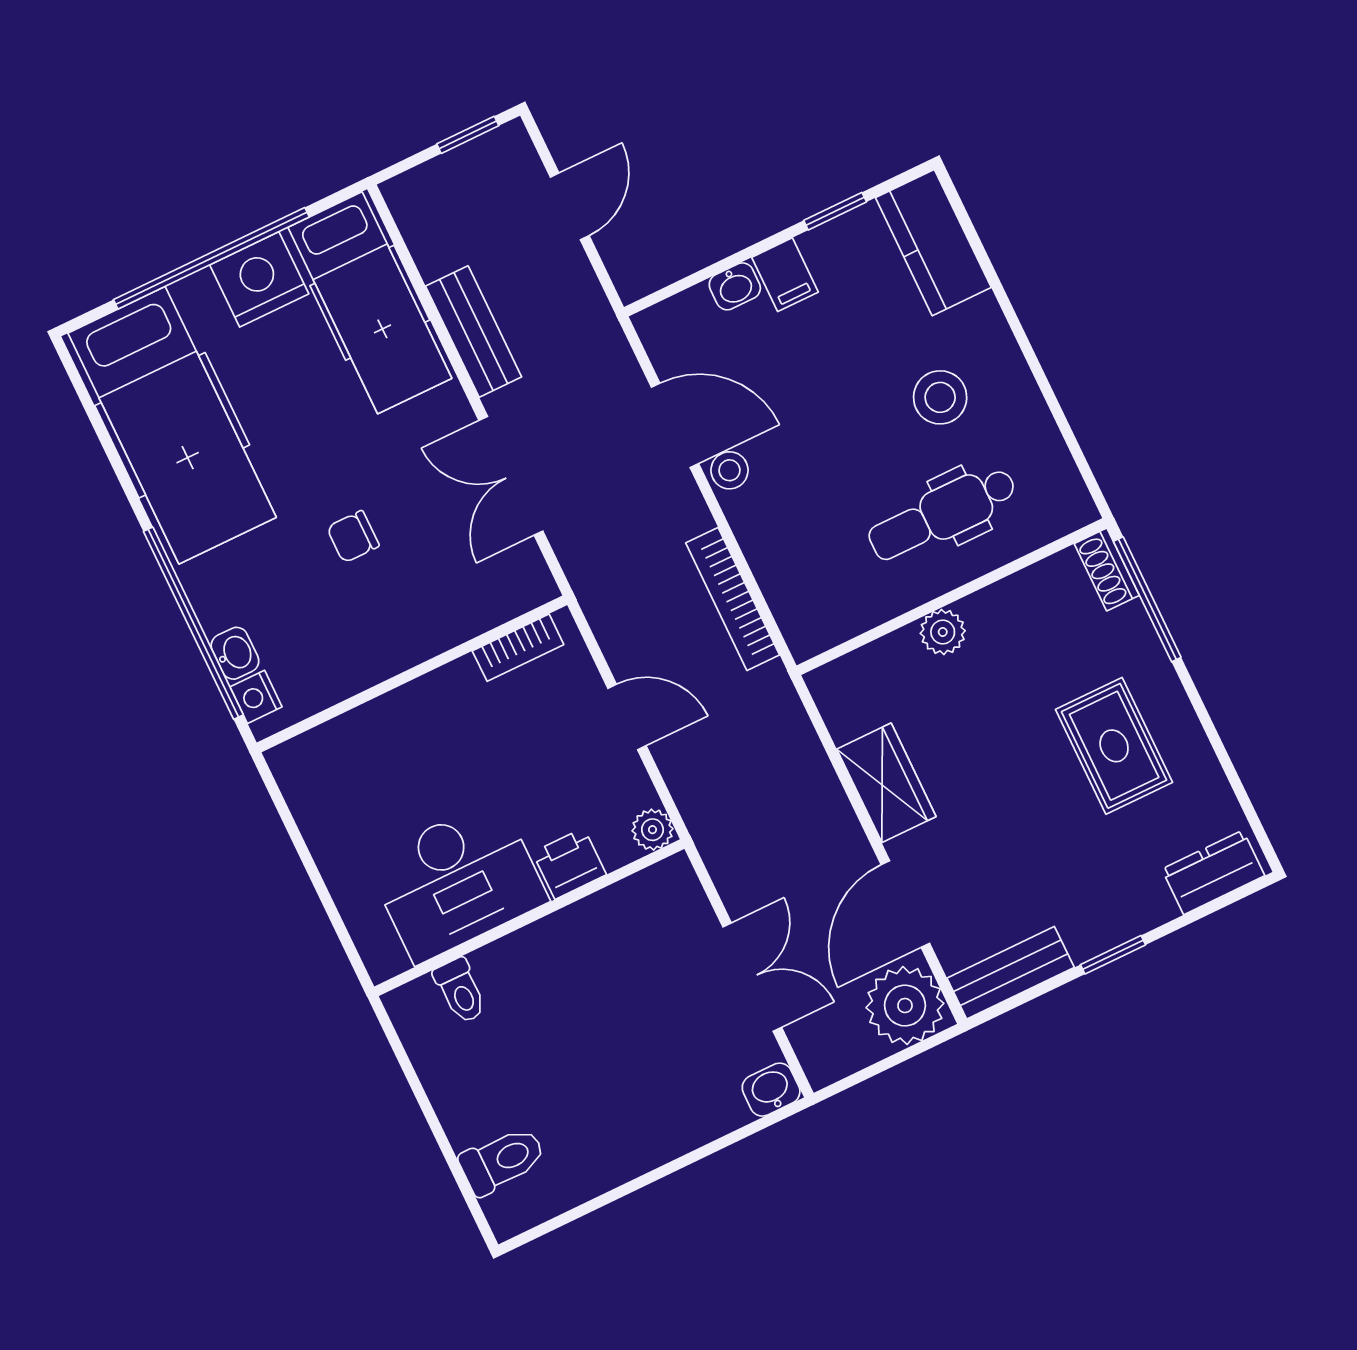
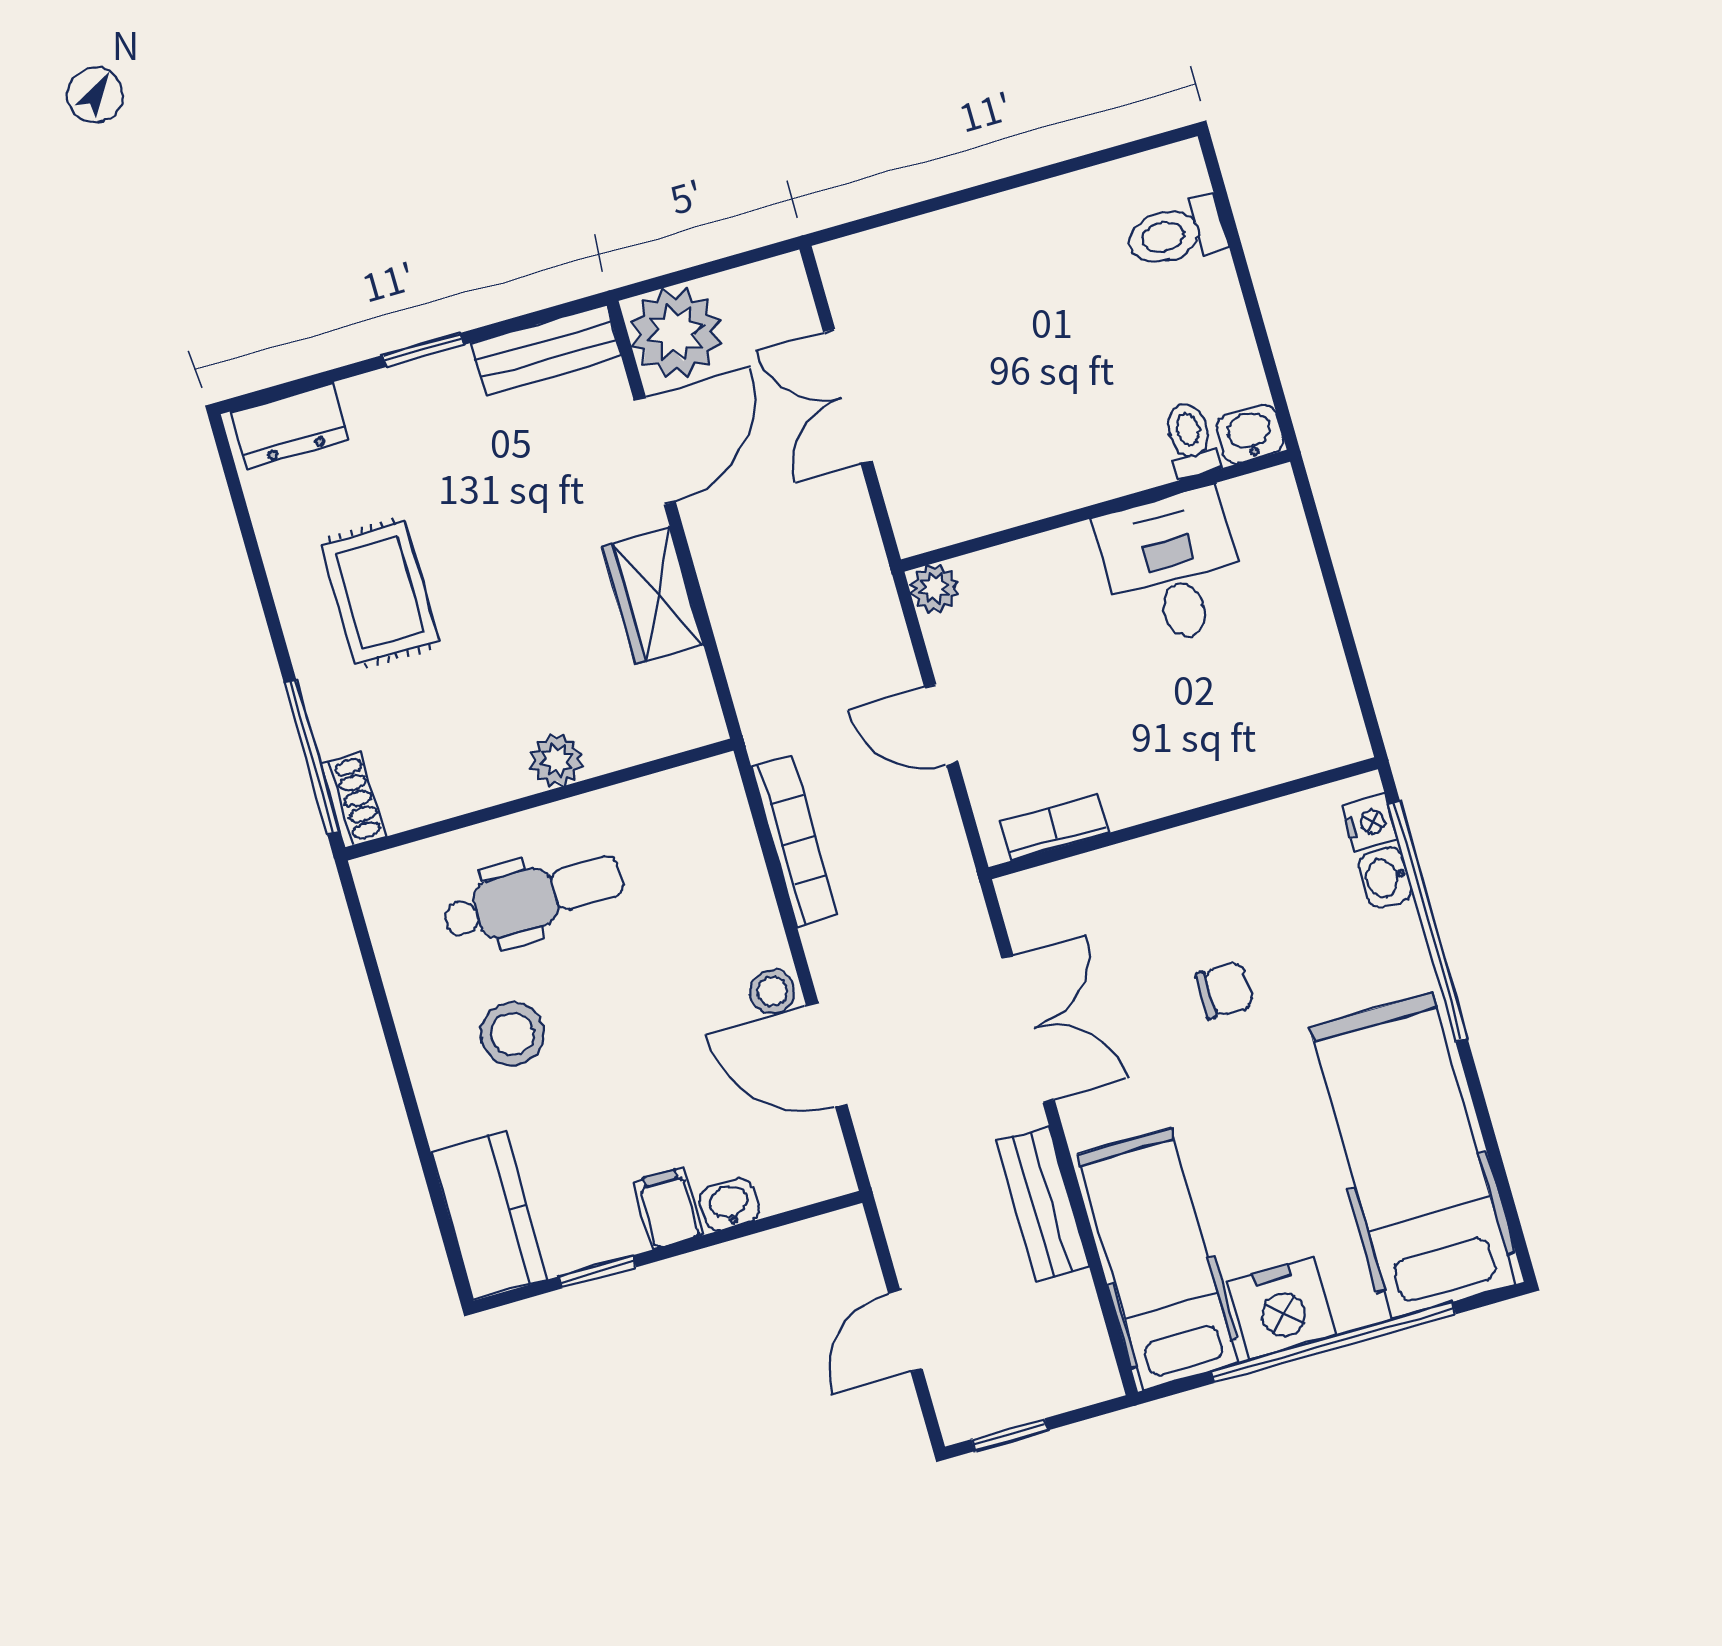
printer: (569, 863) -> (1038, 566), removed
desk: (457, 881) -> (1172, 568), width x0.73
washbasin: (771, 1090) -> (1250, 434), moved, turned 180

